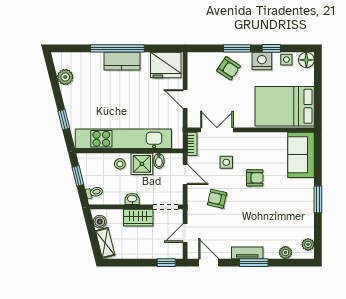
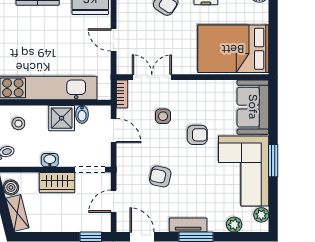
stool: (120, 164) -> (18, 124), moved
armchair: (217, 199) -> (160, 177), moved
corner sofa: (293, 208) -> (244, 171), added

